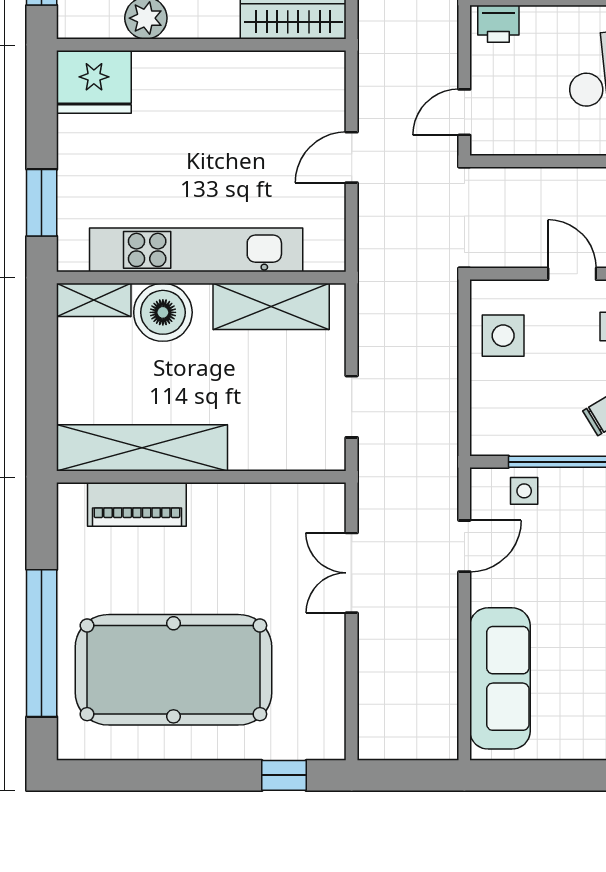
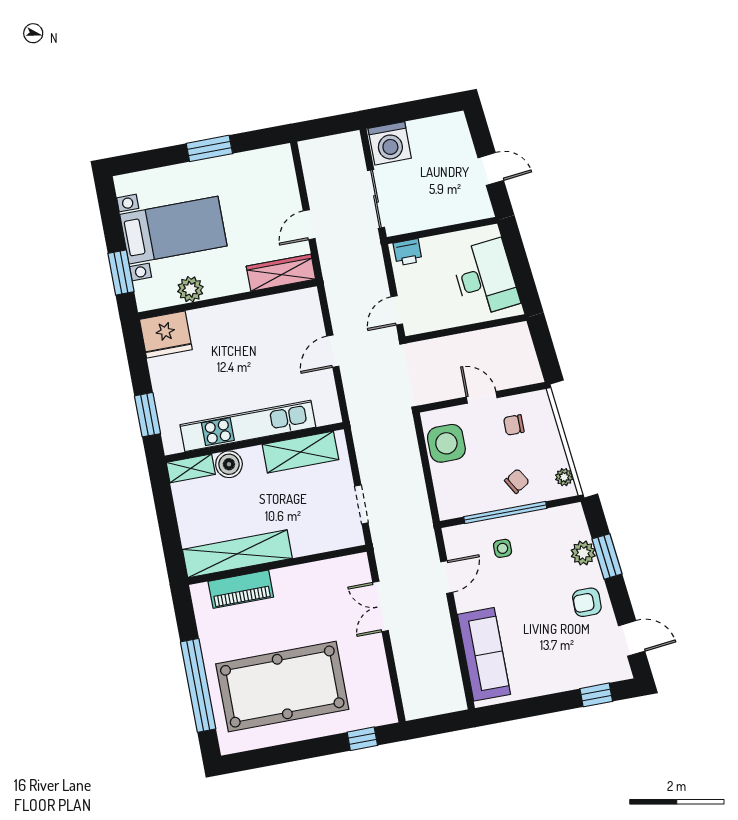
boiler: (163, 312) -> (229, 464), width x0.73, depth x0.73
side table: (503, 336) -> (446, 443), width x1.37, depth x1.37
side table: (524, 491) -> (503, 548), moved

